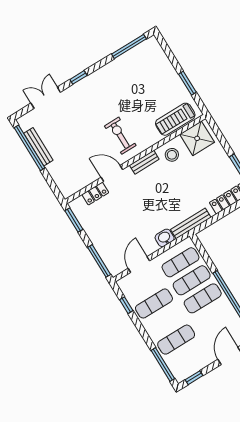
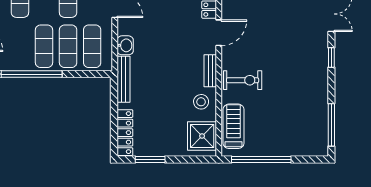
window: (187, 83) -> (261, 159), width x2.11
exercise bike: (120, 136) -> (243, 80), moved

